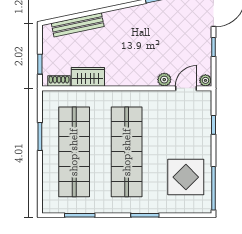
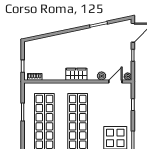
bench: (78, 25) -> (47, 41), removed
wardrobe: (88, 77) -> (76, 74), moved

